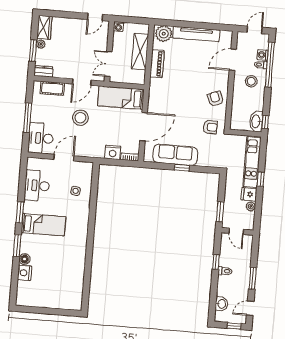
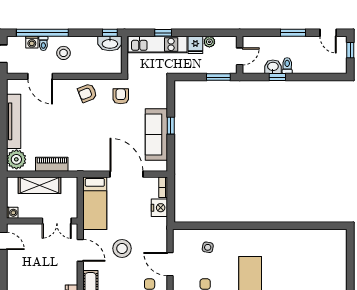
window: (261, 179) -> (163, 33), moved
washbasin: (221, 304) -> (273, 67), moved

